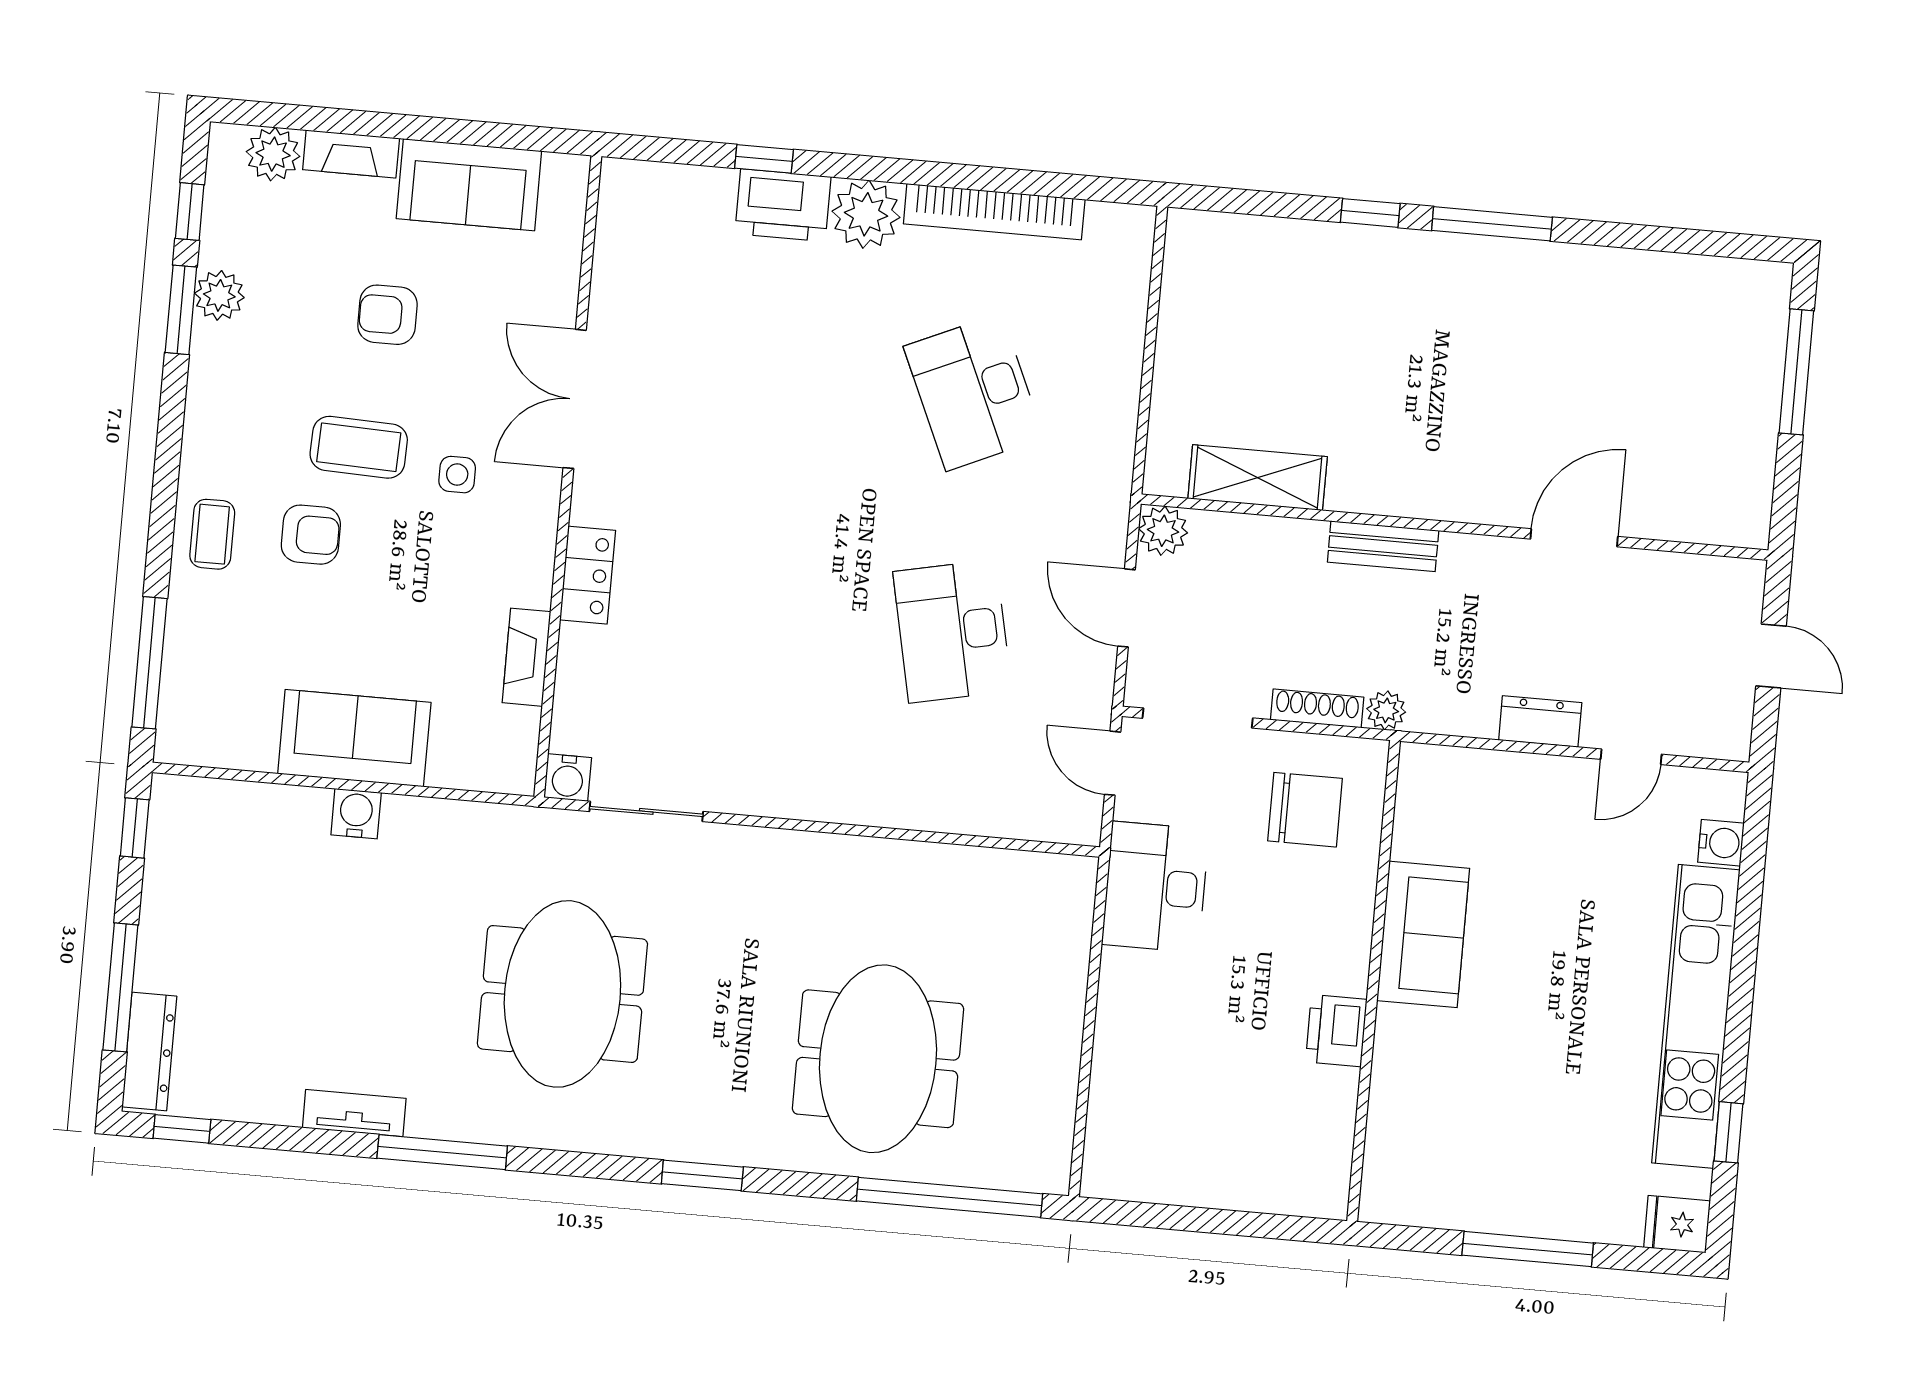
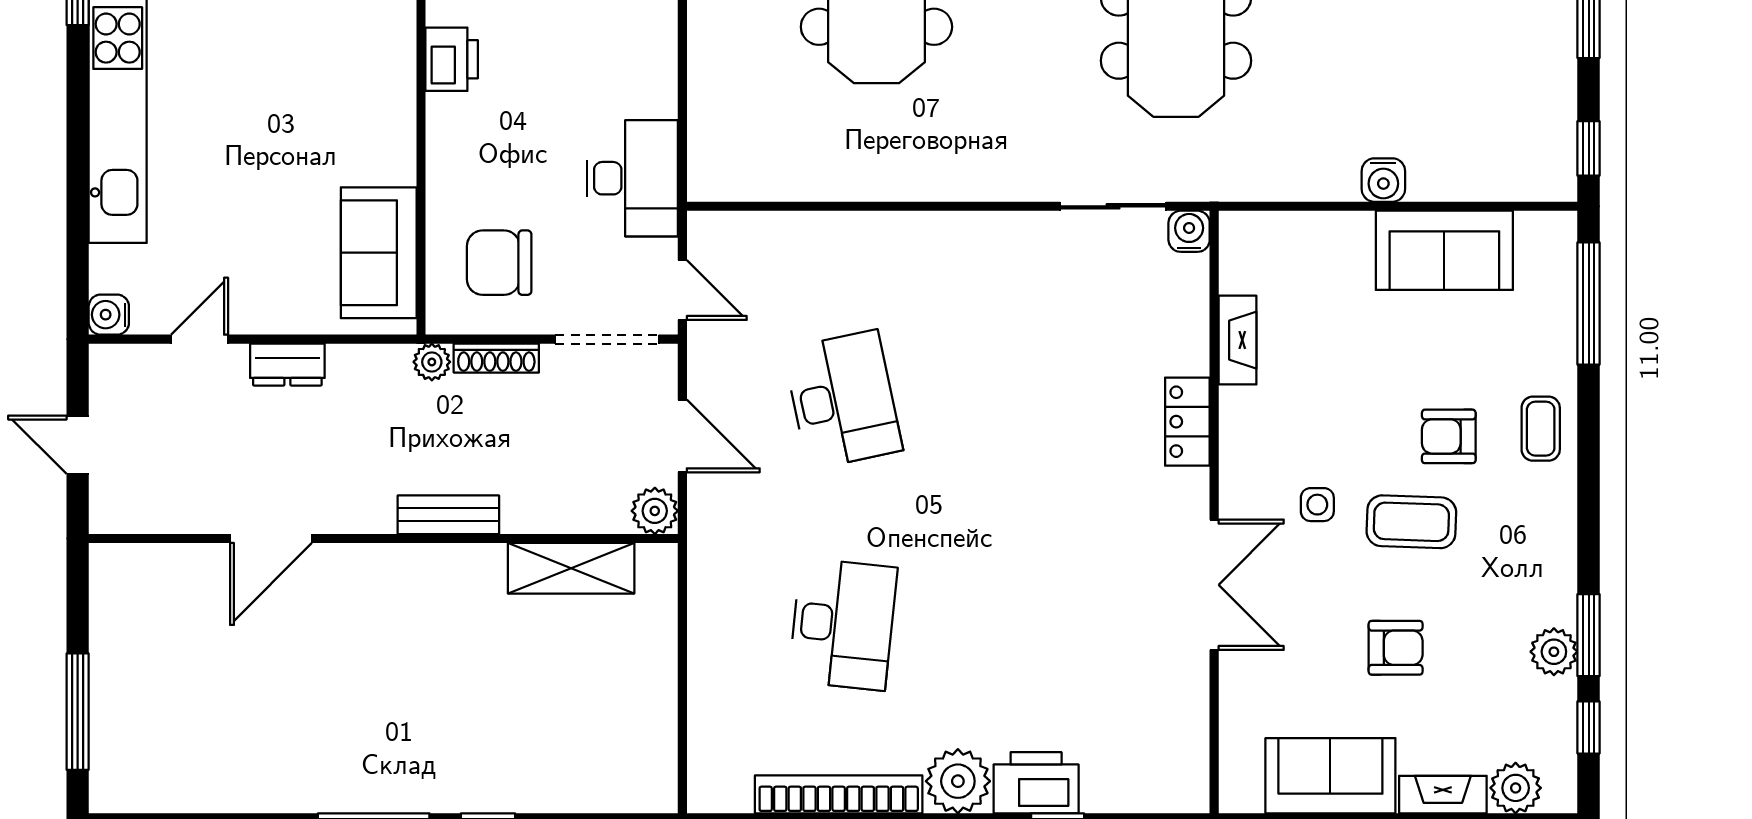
desk: (974, 392) -> (843, 624), turned 30
sofa: (354, 738) -> (1444, 250), moved
water cooler: (1721, 843) -> (109, 315), moved
sofa: (1423, 934) -> (379, 253), moved

